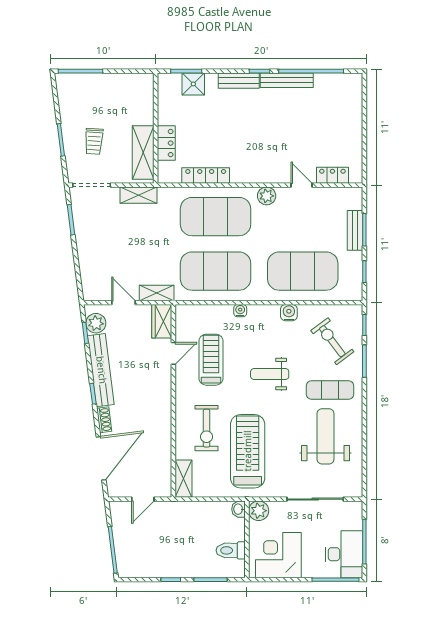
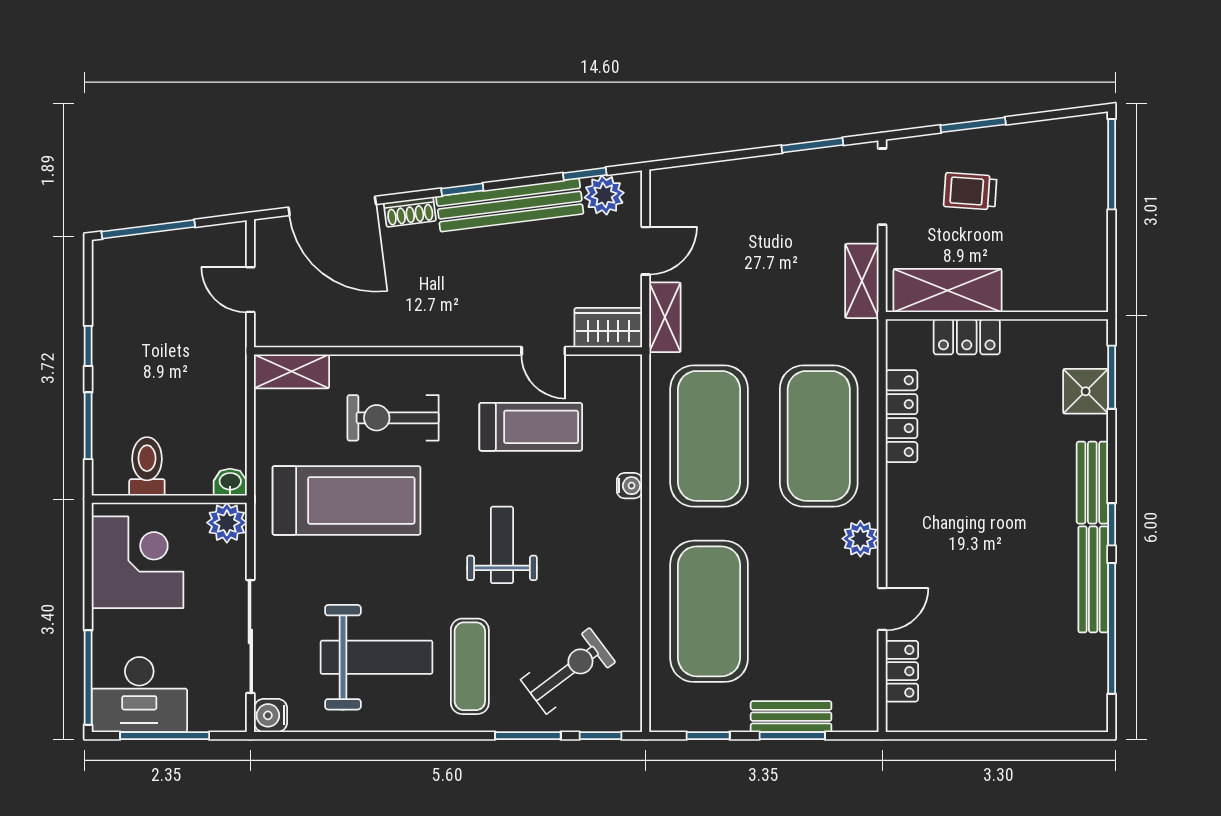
water cooler: (289, 313) -> (271, 715), moved, turned 180

